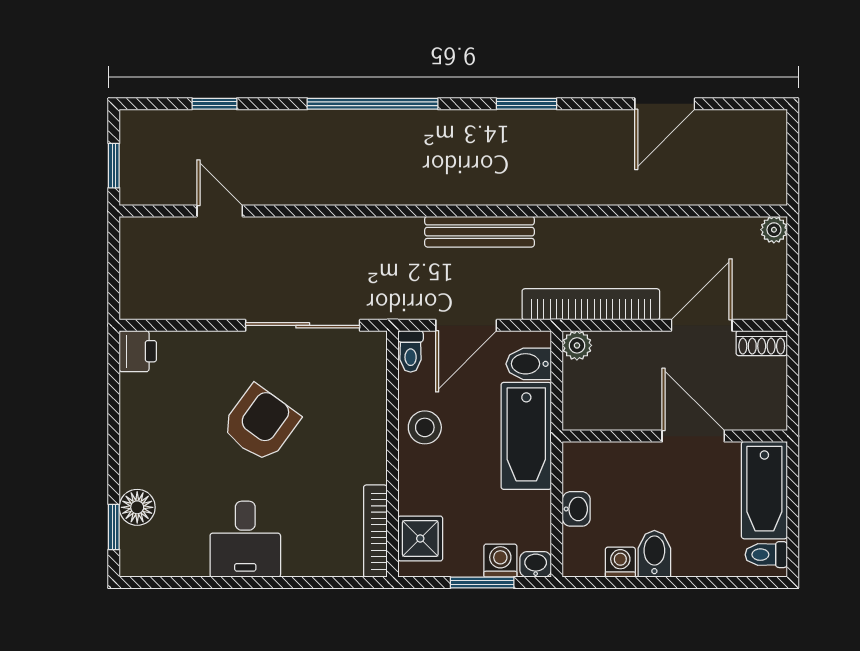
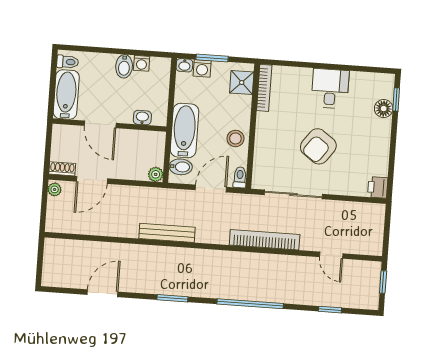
plant: (774, 230) -> (55, 189), moved
bench: (479, 232) -> (167, 233), moved
bookcase: (591, 304) -> (265, 240), moved, turned 180
washbasin: (576, 509) -> (142, 118), moved, turned 90

